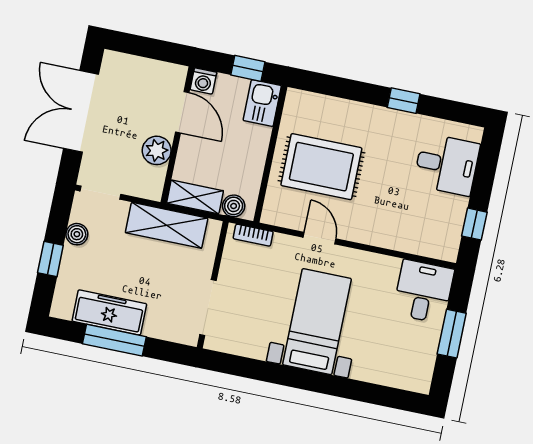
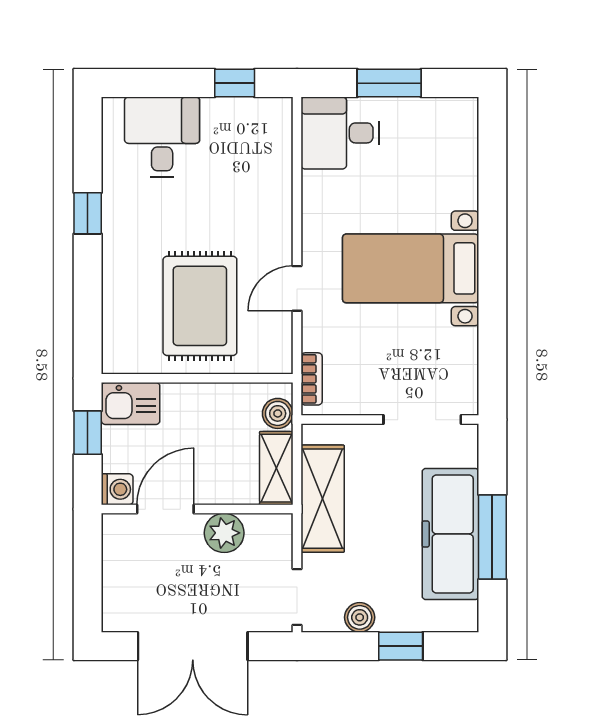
freezer: (109, 312) -> (450, 534), width x1.36, depth x1.26

